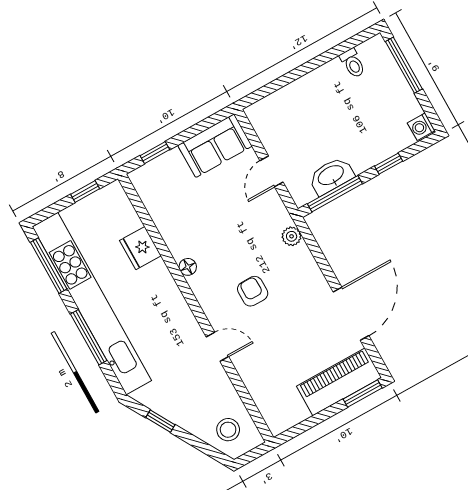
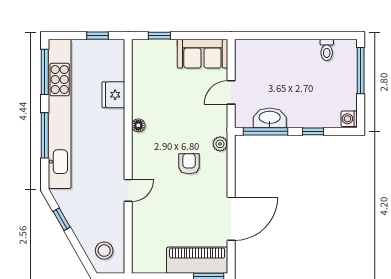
armchair: (253, 291) -> (189, 164), moved
door: (217, 347) -> (128, 190), hinge flipped

